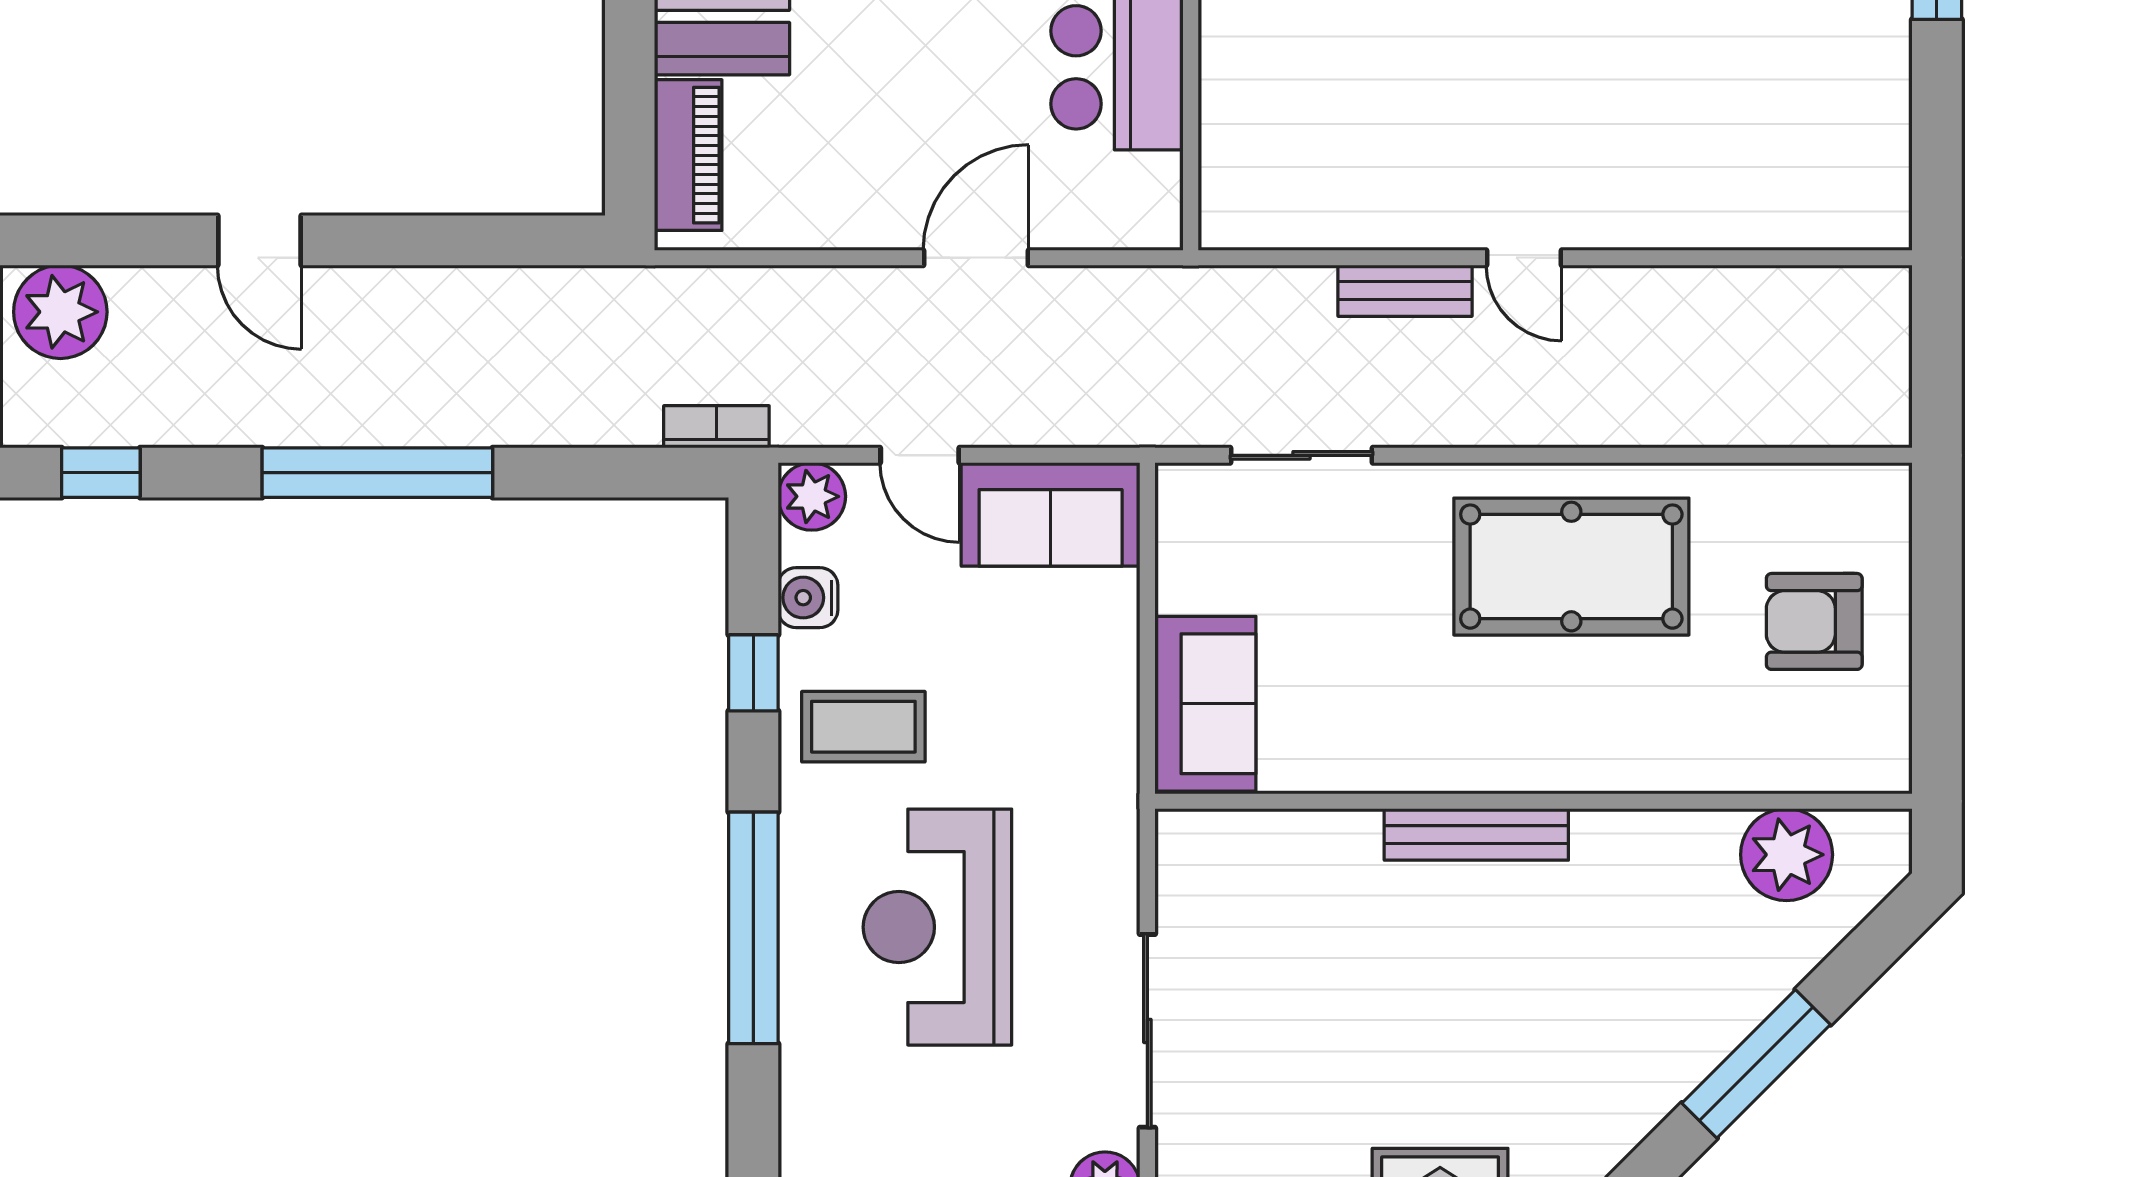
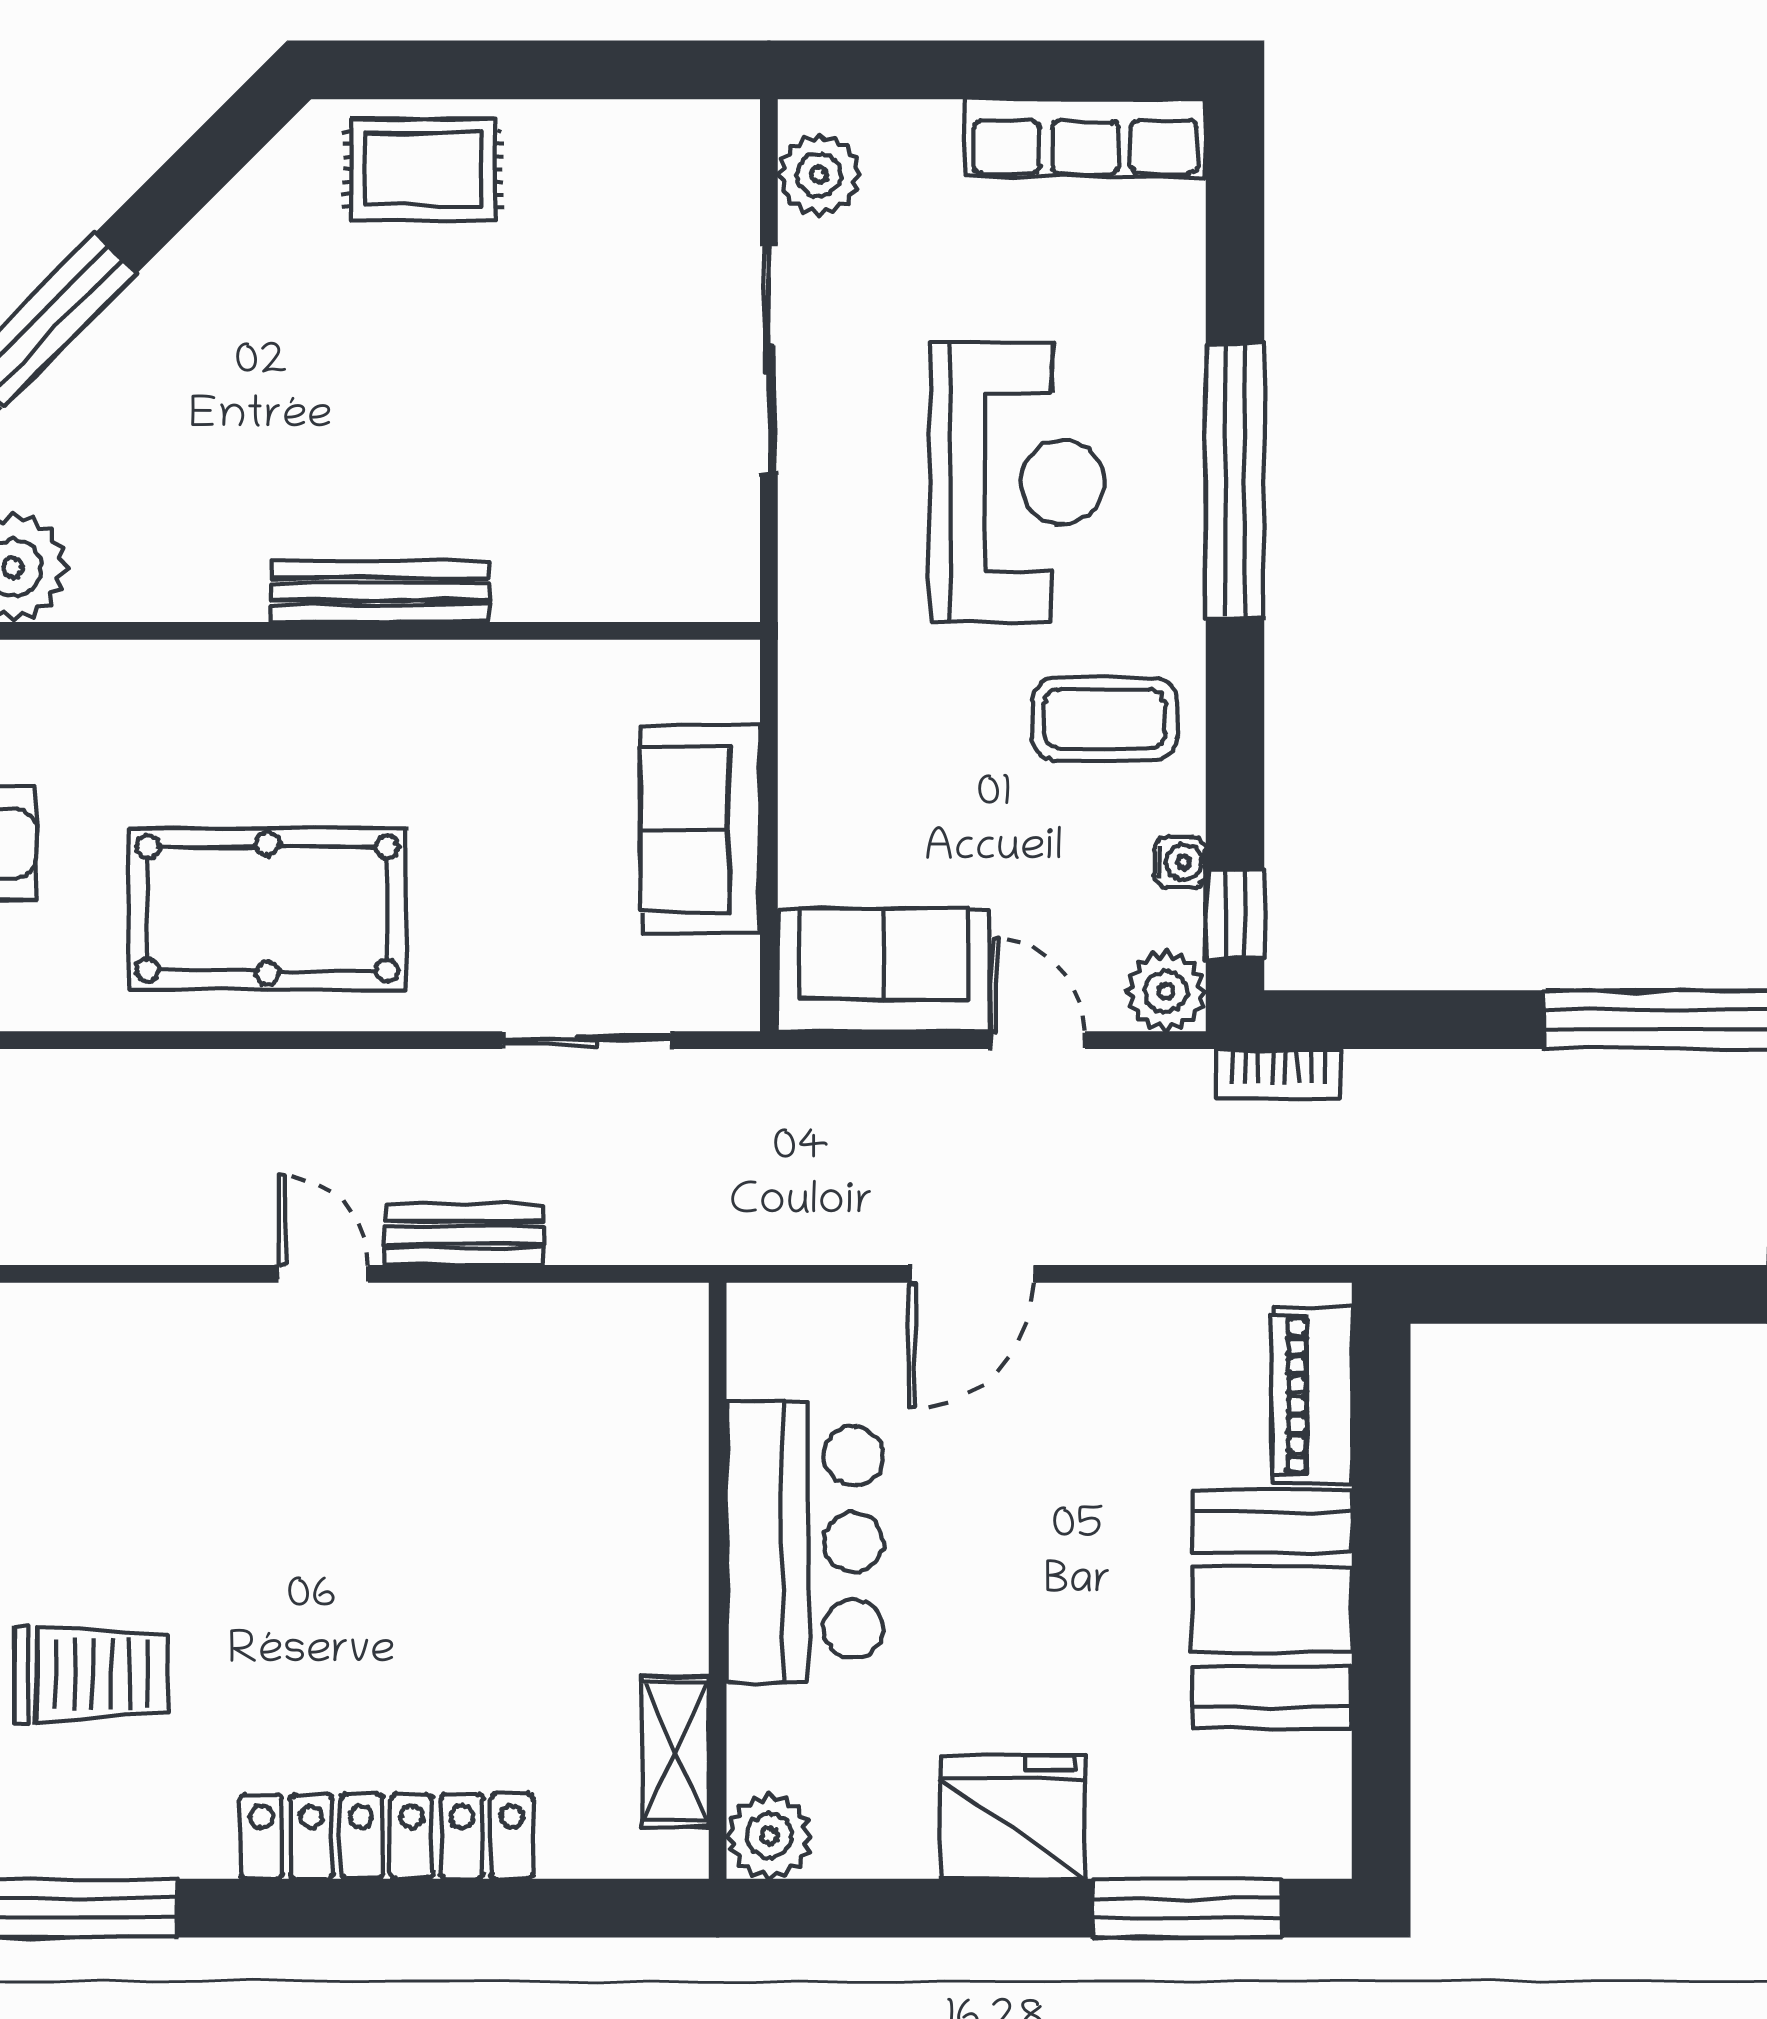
water cooler: (808, 598) -> (1180, 862), width x0.72, depth x0.72
window: (753, 673) -> (1235, 914), moved
sofa: (1205, 704) -> (700, 830), moved

